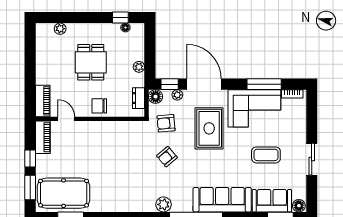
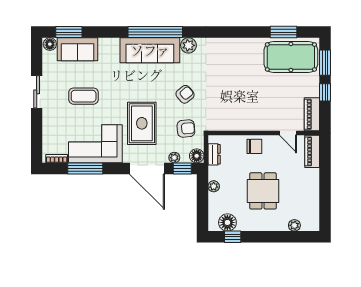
floor lamp: (125, 27) -> (227, 222), width x1.89, depth x1.89
sofa: (222, 200) -> (150, 50), moved

